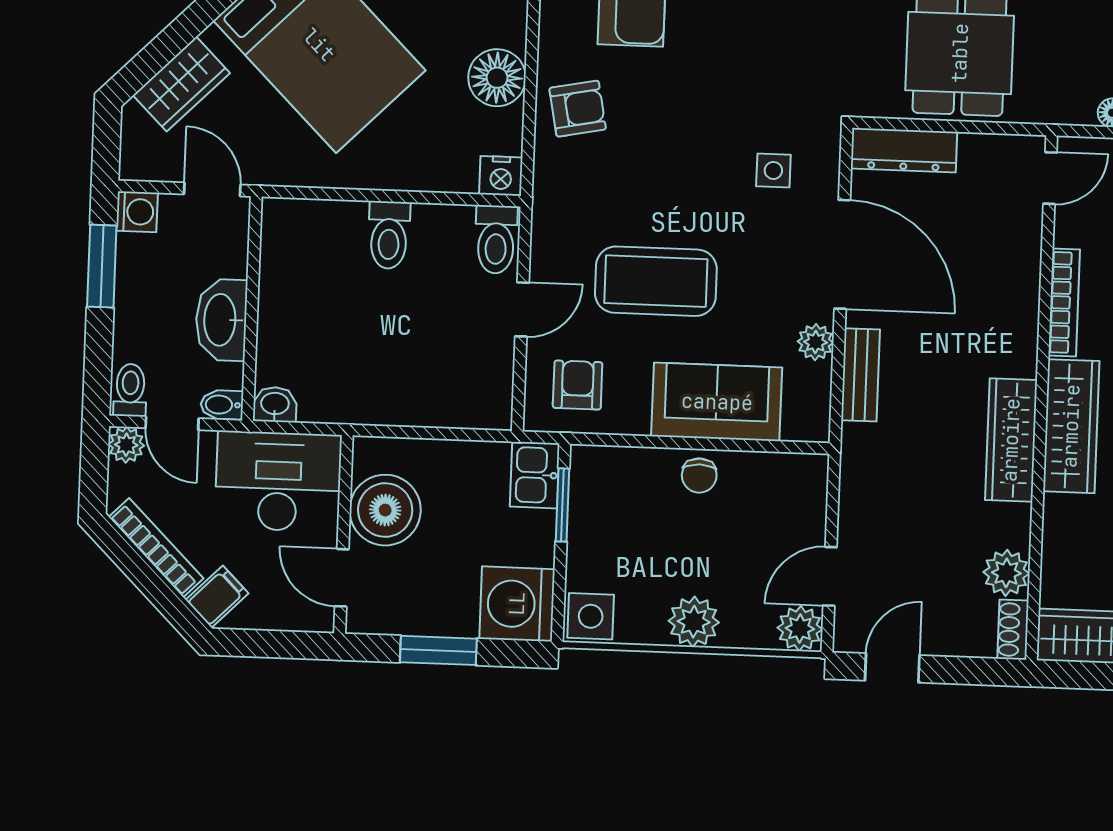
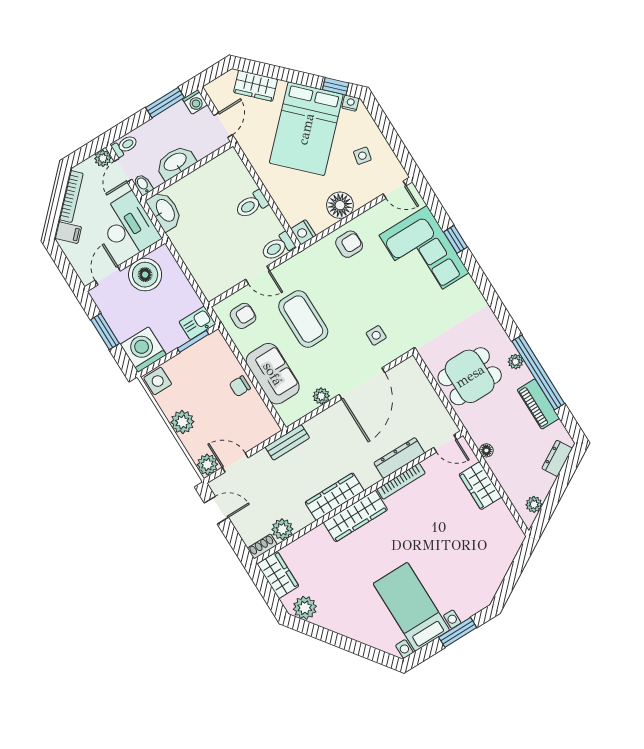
armchair: (578, 109) -> (349, 244), turned -79
dresser: (904, 150) -> (399, 458), moved, turned 90
bench: (860, 375) -> (287, 442), moved
washbasin: (275, 405) -> (165, 211), width x1.91, depth x1.45

